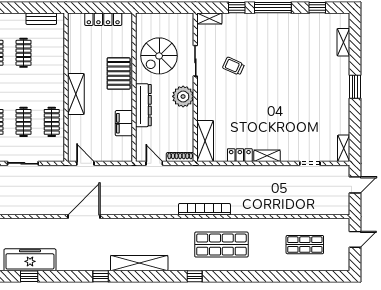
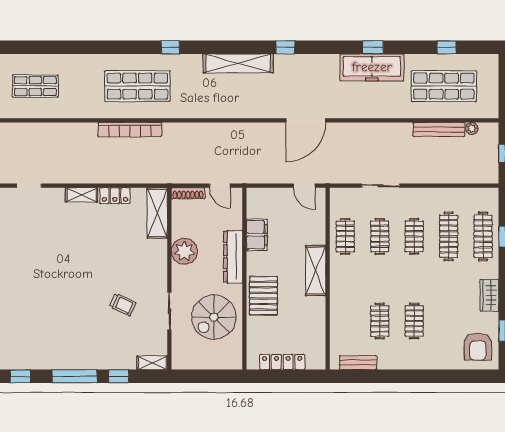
spiral stairs: (159, 56) -> (214, 317), turned 180
plant: (183, 96) -> (184, 251), moved
bookcase: (204, 209) -> (130, 130), moved

